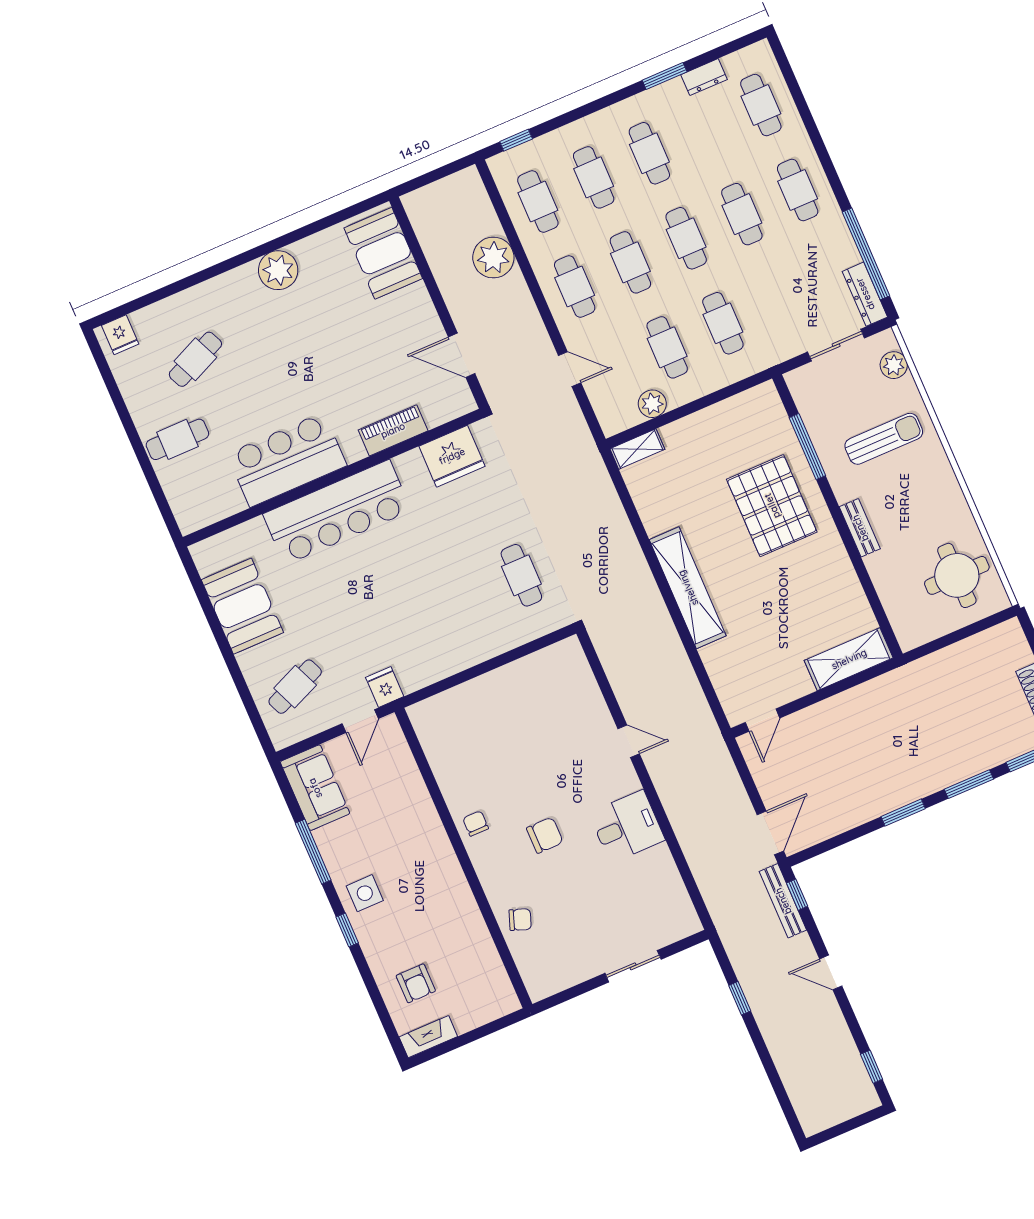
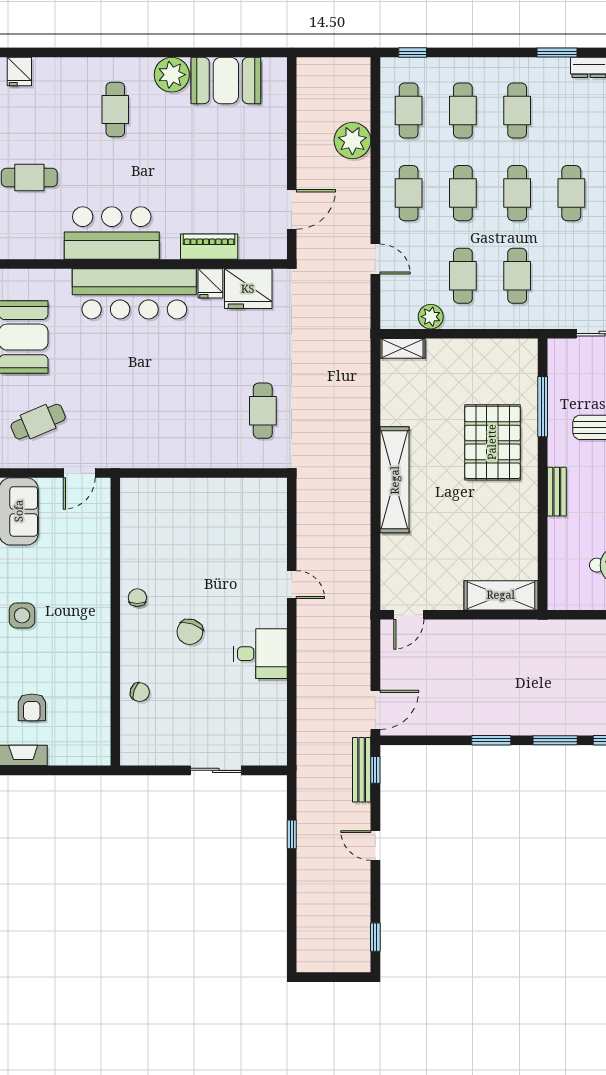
booth: (383, 253) -> (226, 81), moved, turned 90
door: (462, 355) -> (292, 209), swing flipped
cafe table: (195, 359) -> (115, 110), moved, turned -66
fridge: (385, 687) -> (210, 283), moved, turned 180
chair: (545, 835) -> (190, 632), turned 109

